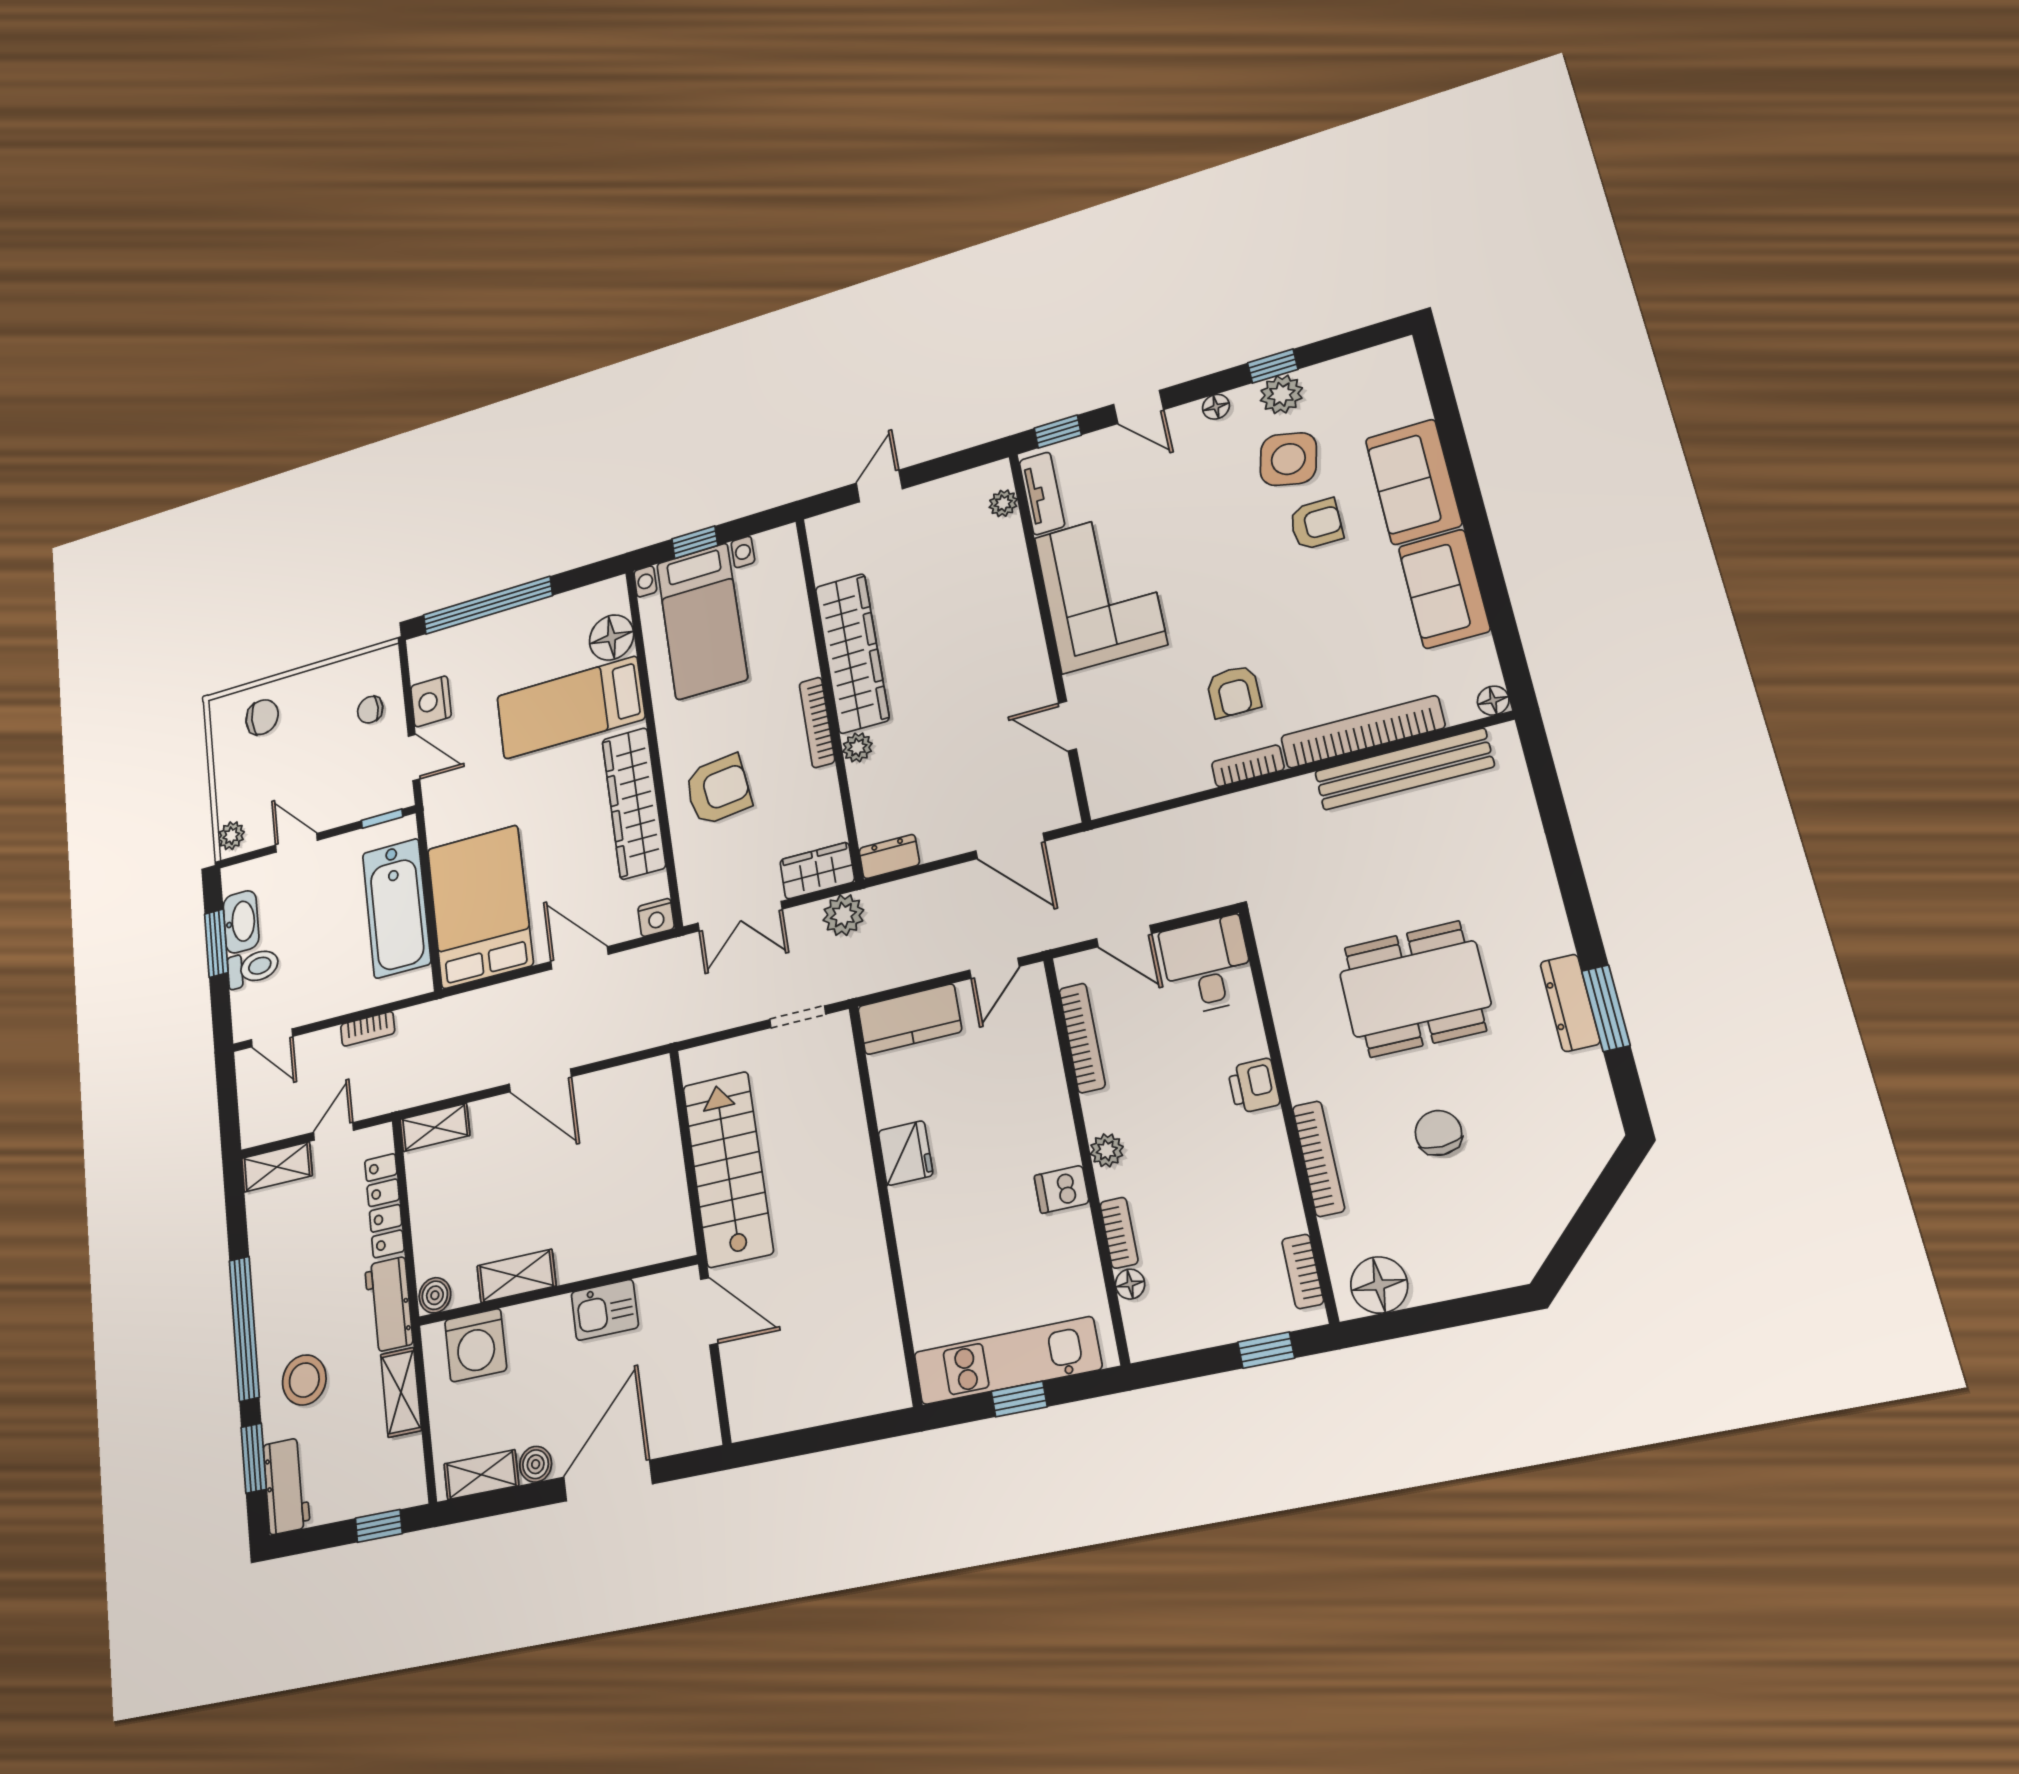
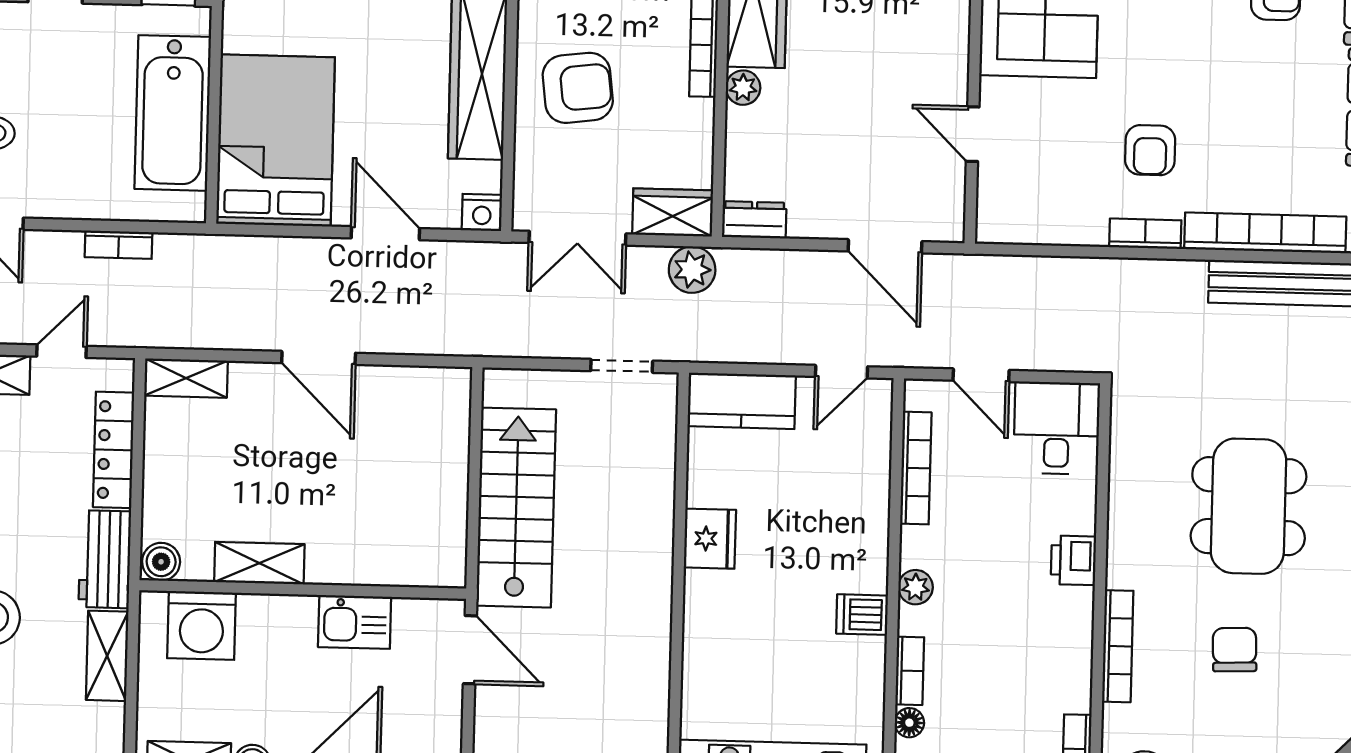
dining table: (1415, 989) -> (1249, 506), turned 90

